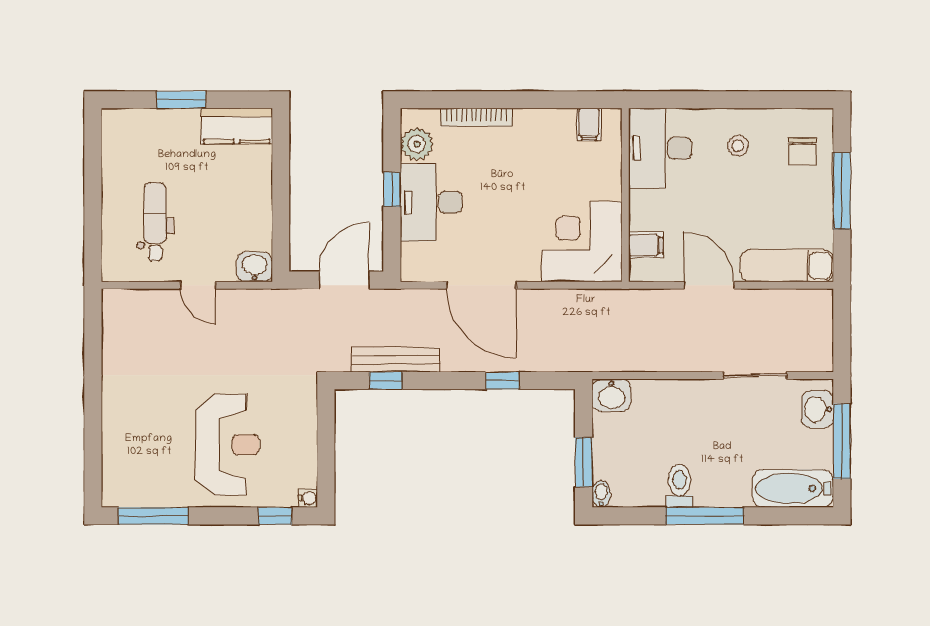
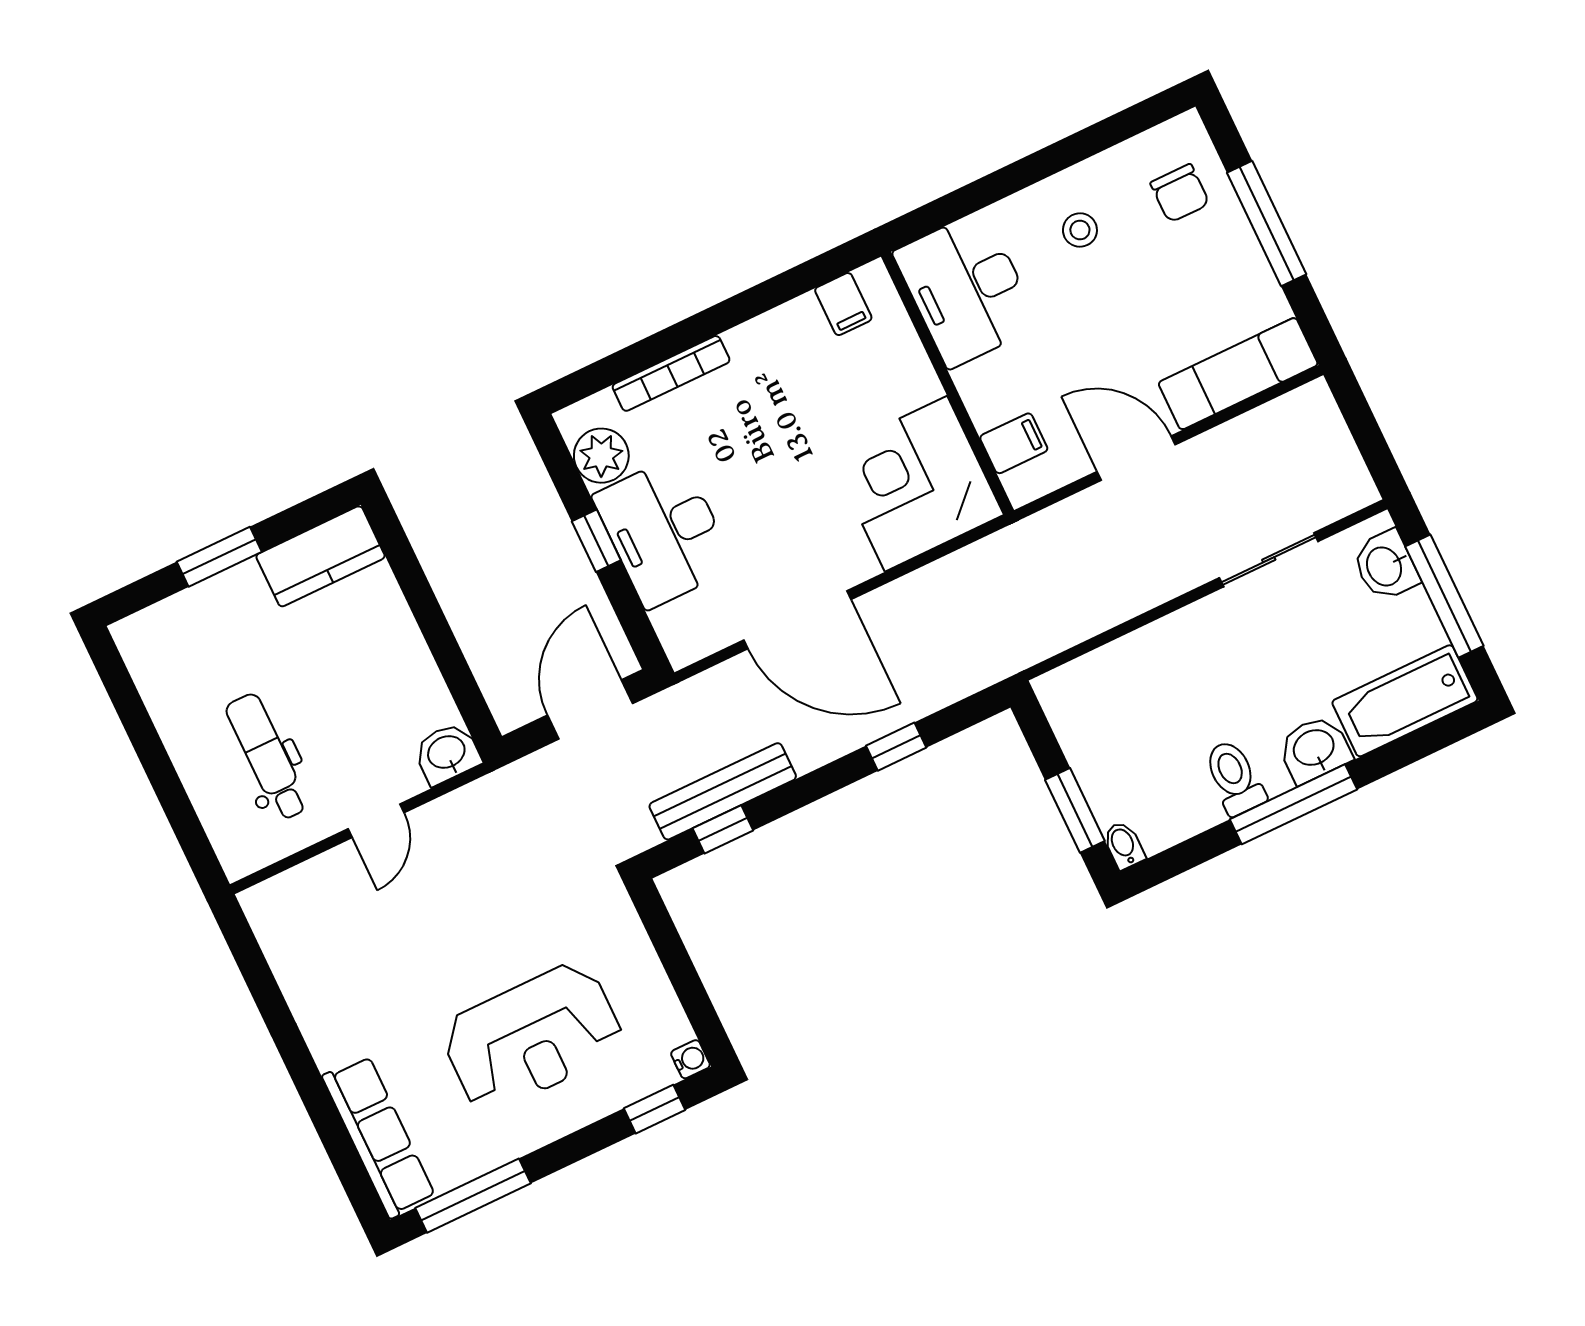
door: (198, 285) -> (376, 821), hinge flipped
washbasin: (611, 395) -> (1314, 749), moved, turned 180
reception desk: (227, 445) -> (532, 1037), turned 90
row of seats: (117, 459) -> (379, 1137), added

